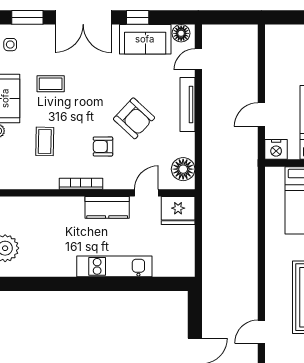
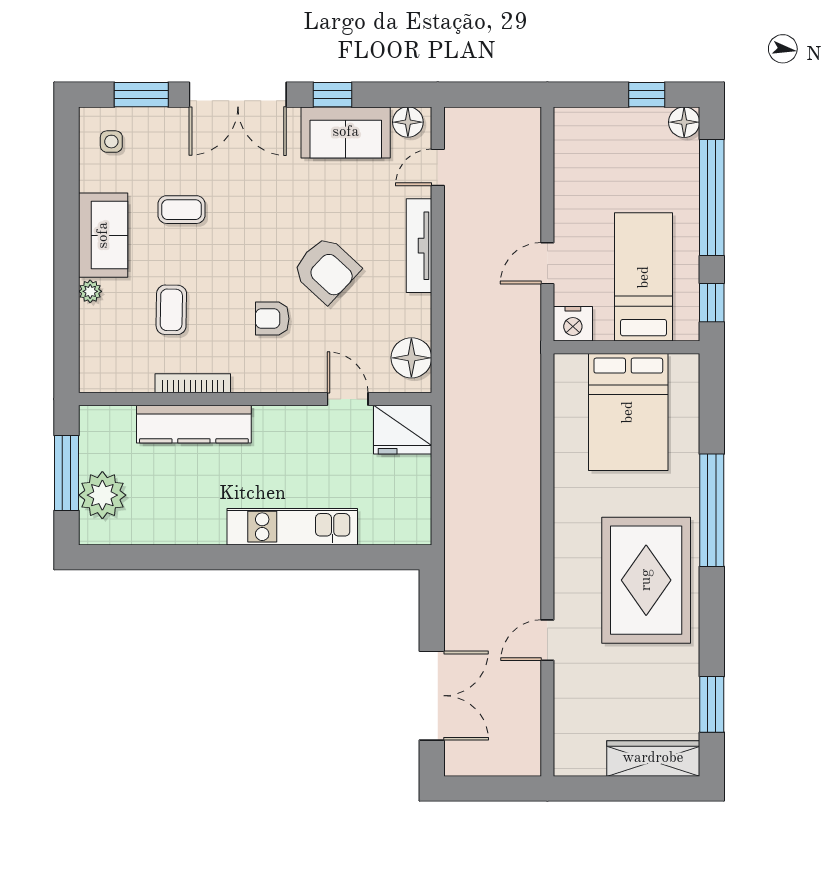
bookcase: (81, 184) -> (193, 383), moved
door: (146, 193) -> (348, 399), hinge flipped
kitchen counter: (107, 207) -> (194, 424), moved, width x1.50

